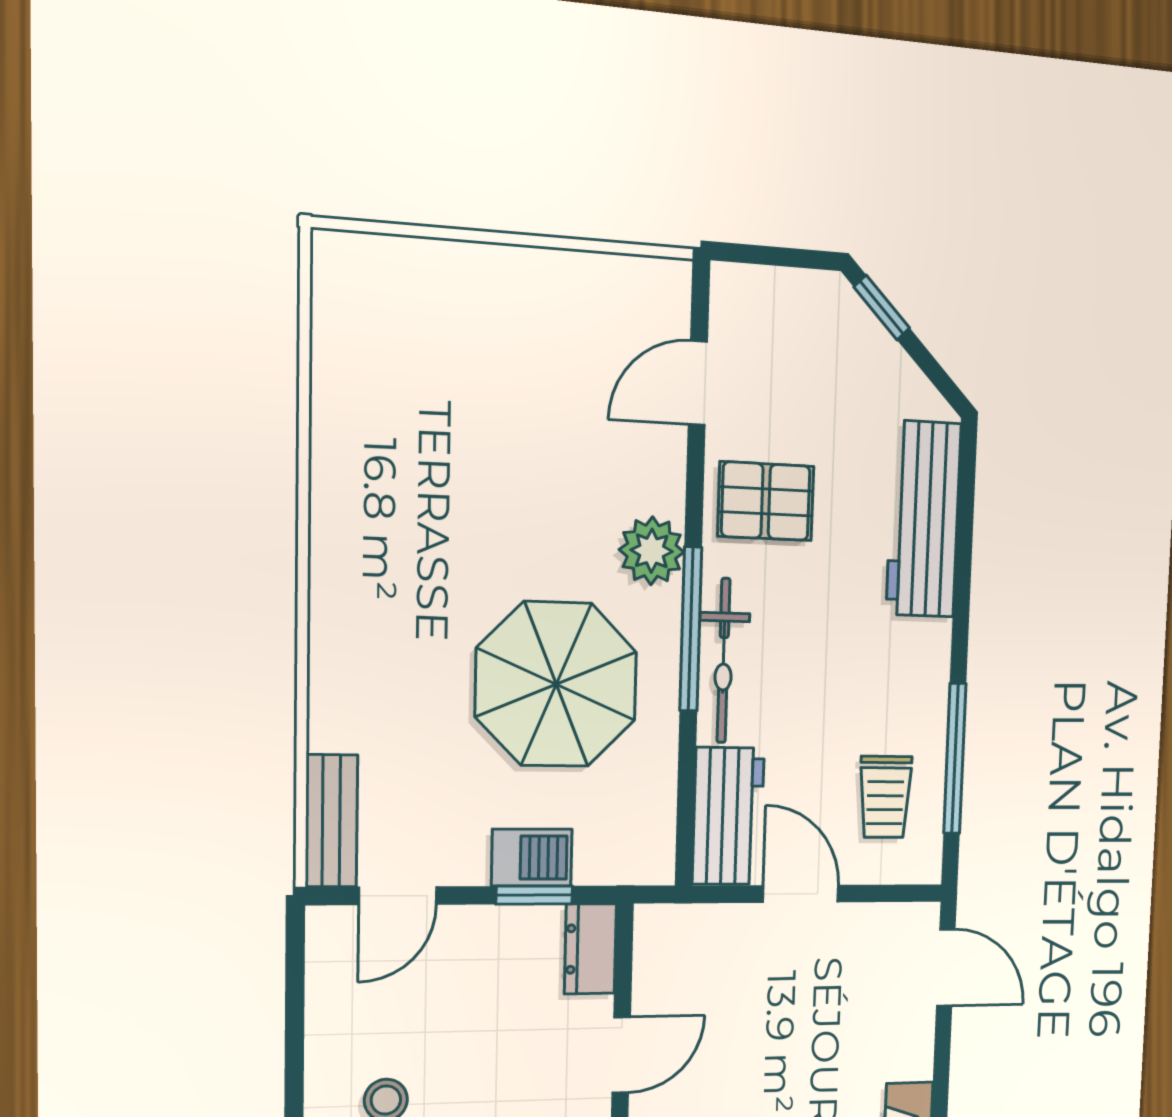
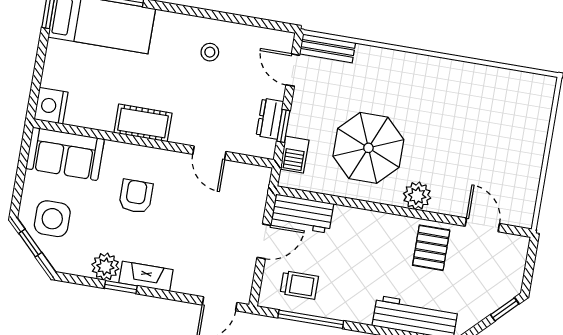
window: (691, 629) -> (383, 208), removed
bicycle: (724, 661) -> (368, 220), removed
trolley: (885, 797) -> (299, 285), turned 180
barbecue: (532, 858) -> (294, 155), moved
dresser: (590, 949) -> (270, 119), moved, turned -90

